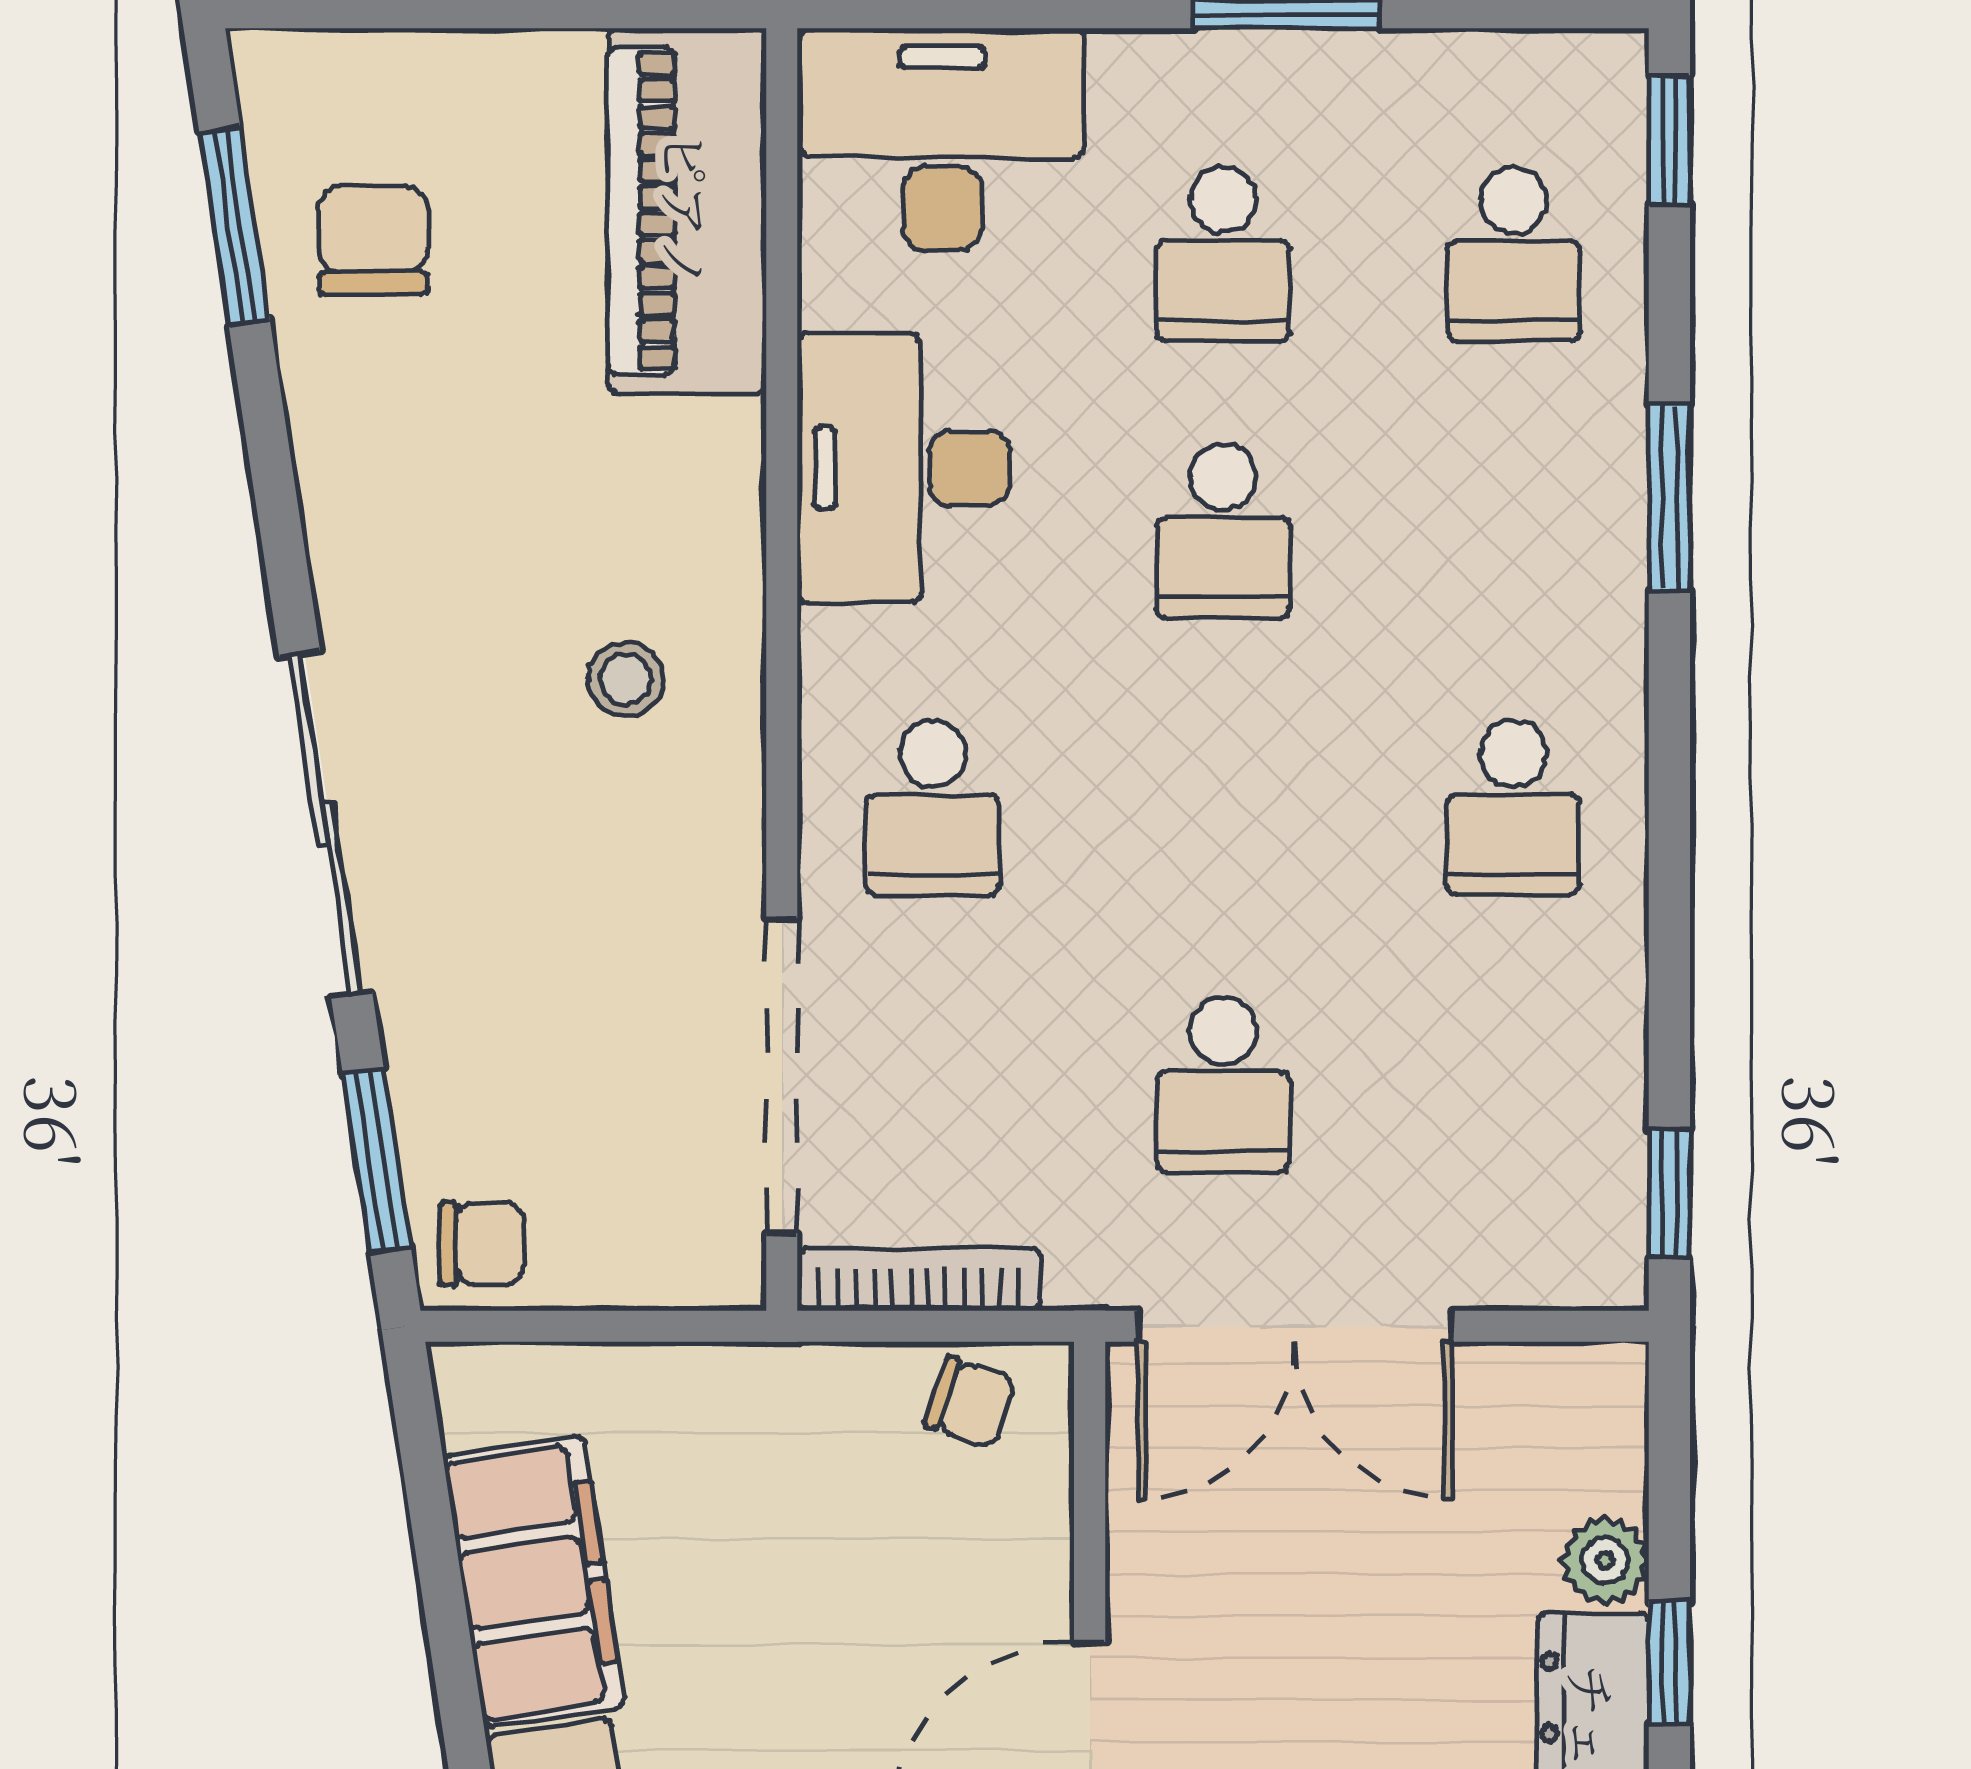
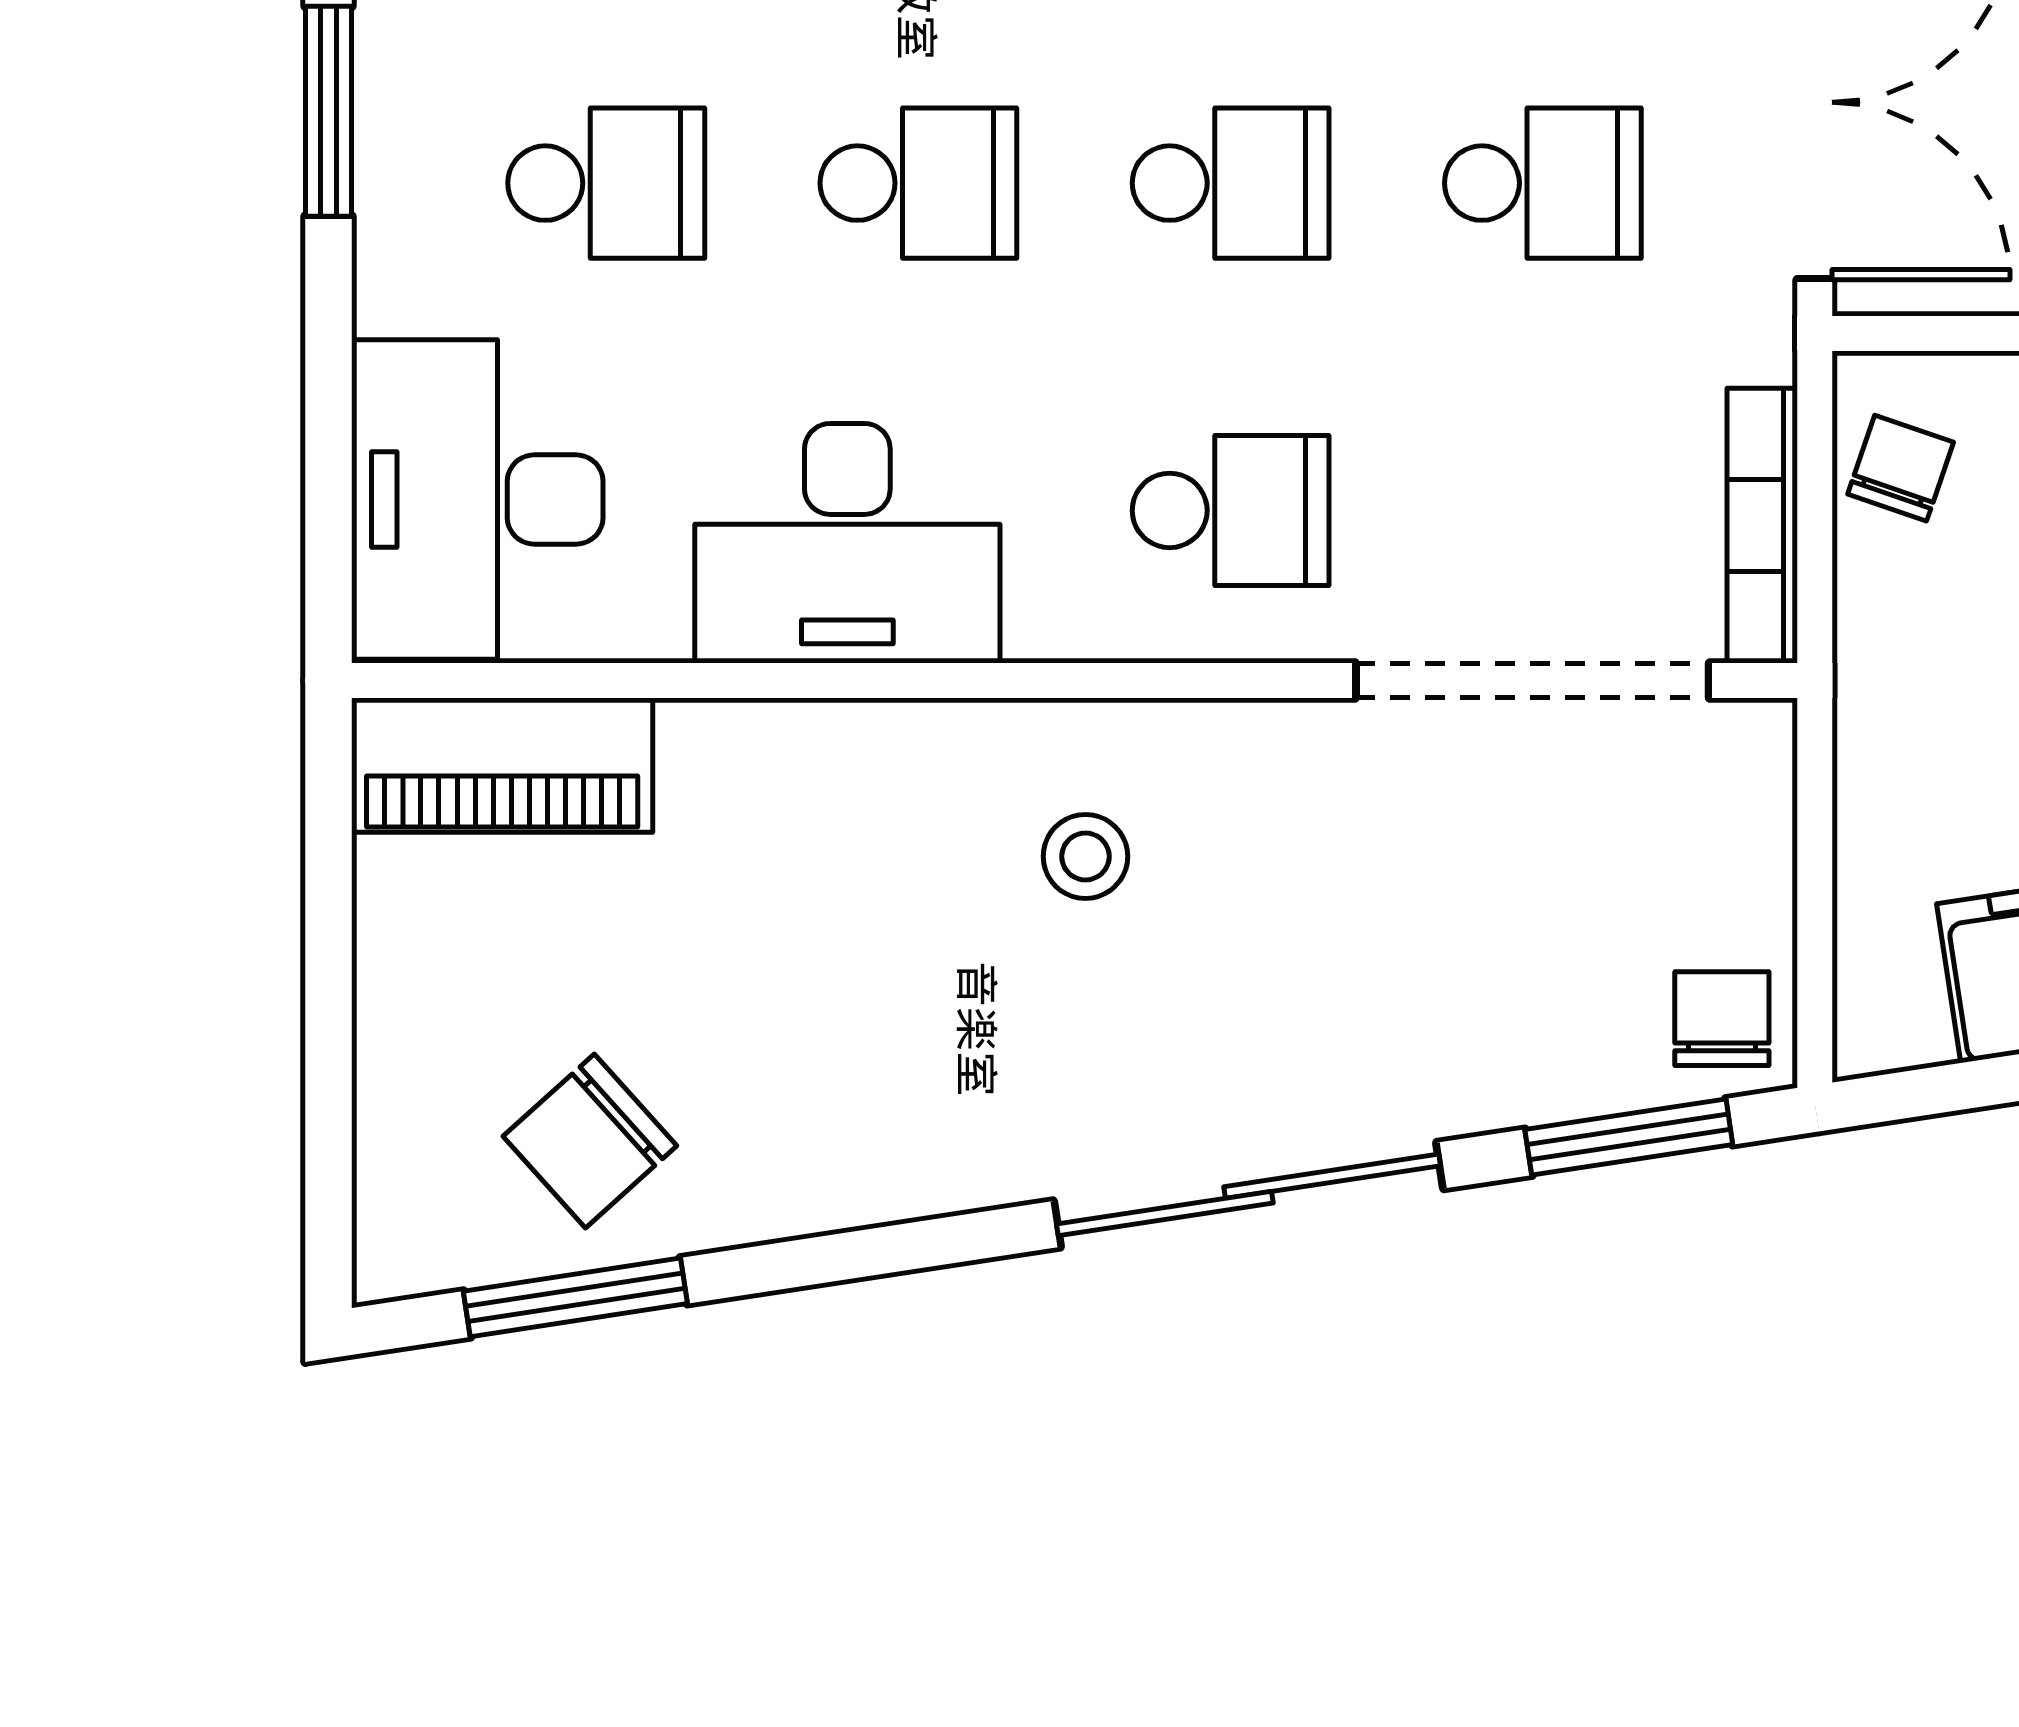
piano: (687, 211) -> (502, 765), width x0.73, depth x0.75
chair: (373, 240) -> (590, 1141), turned -42
school desk: (1223, 808) -> (1231, 183), added

